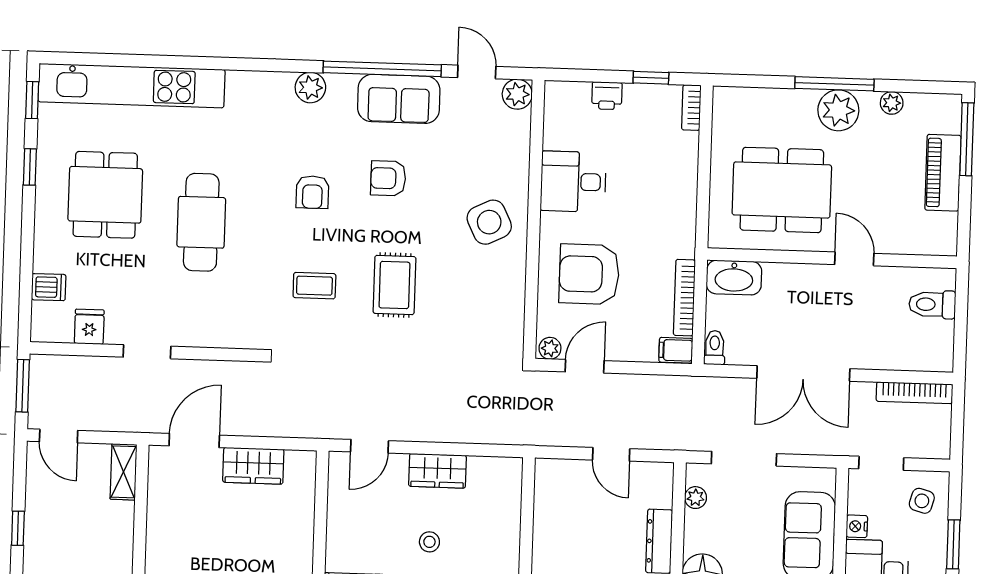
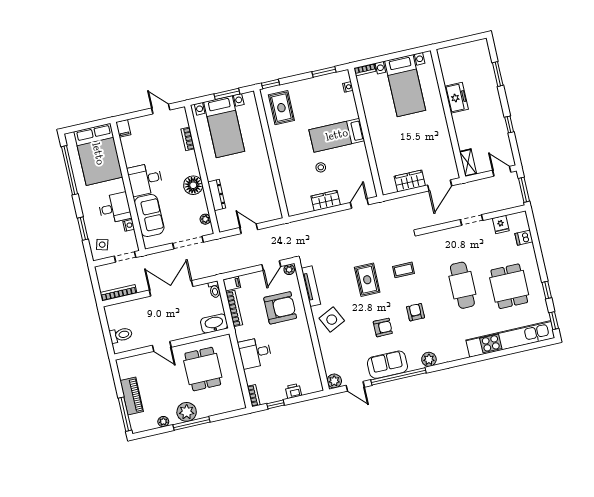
desk: (573, 182) -> (255, 353), moved, turned 180
dining table: (782, 190) -> (203, 369), width x0.73
tv unit: (514, 302) -> (311, 286), added

